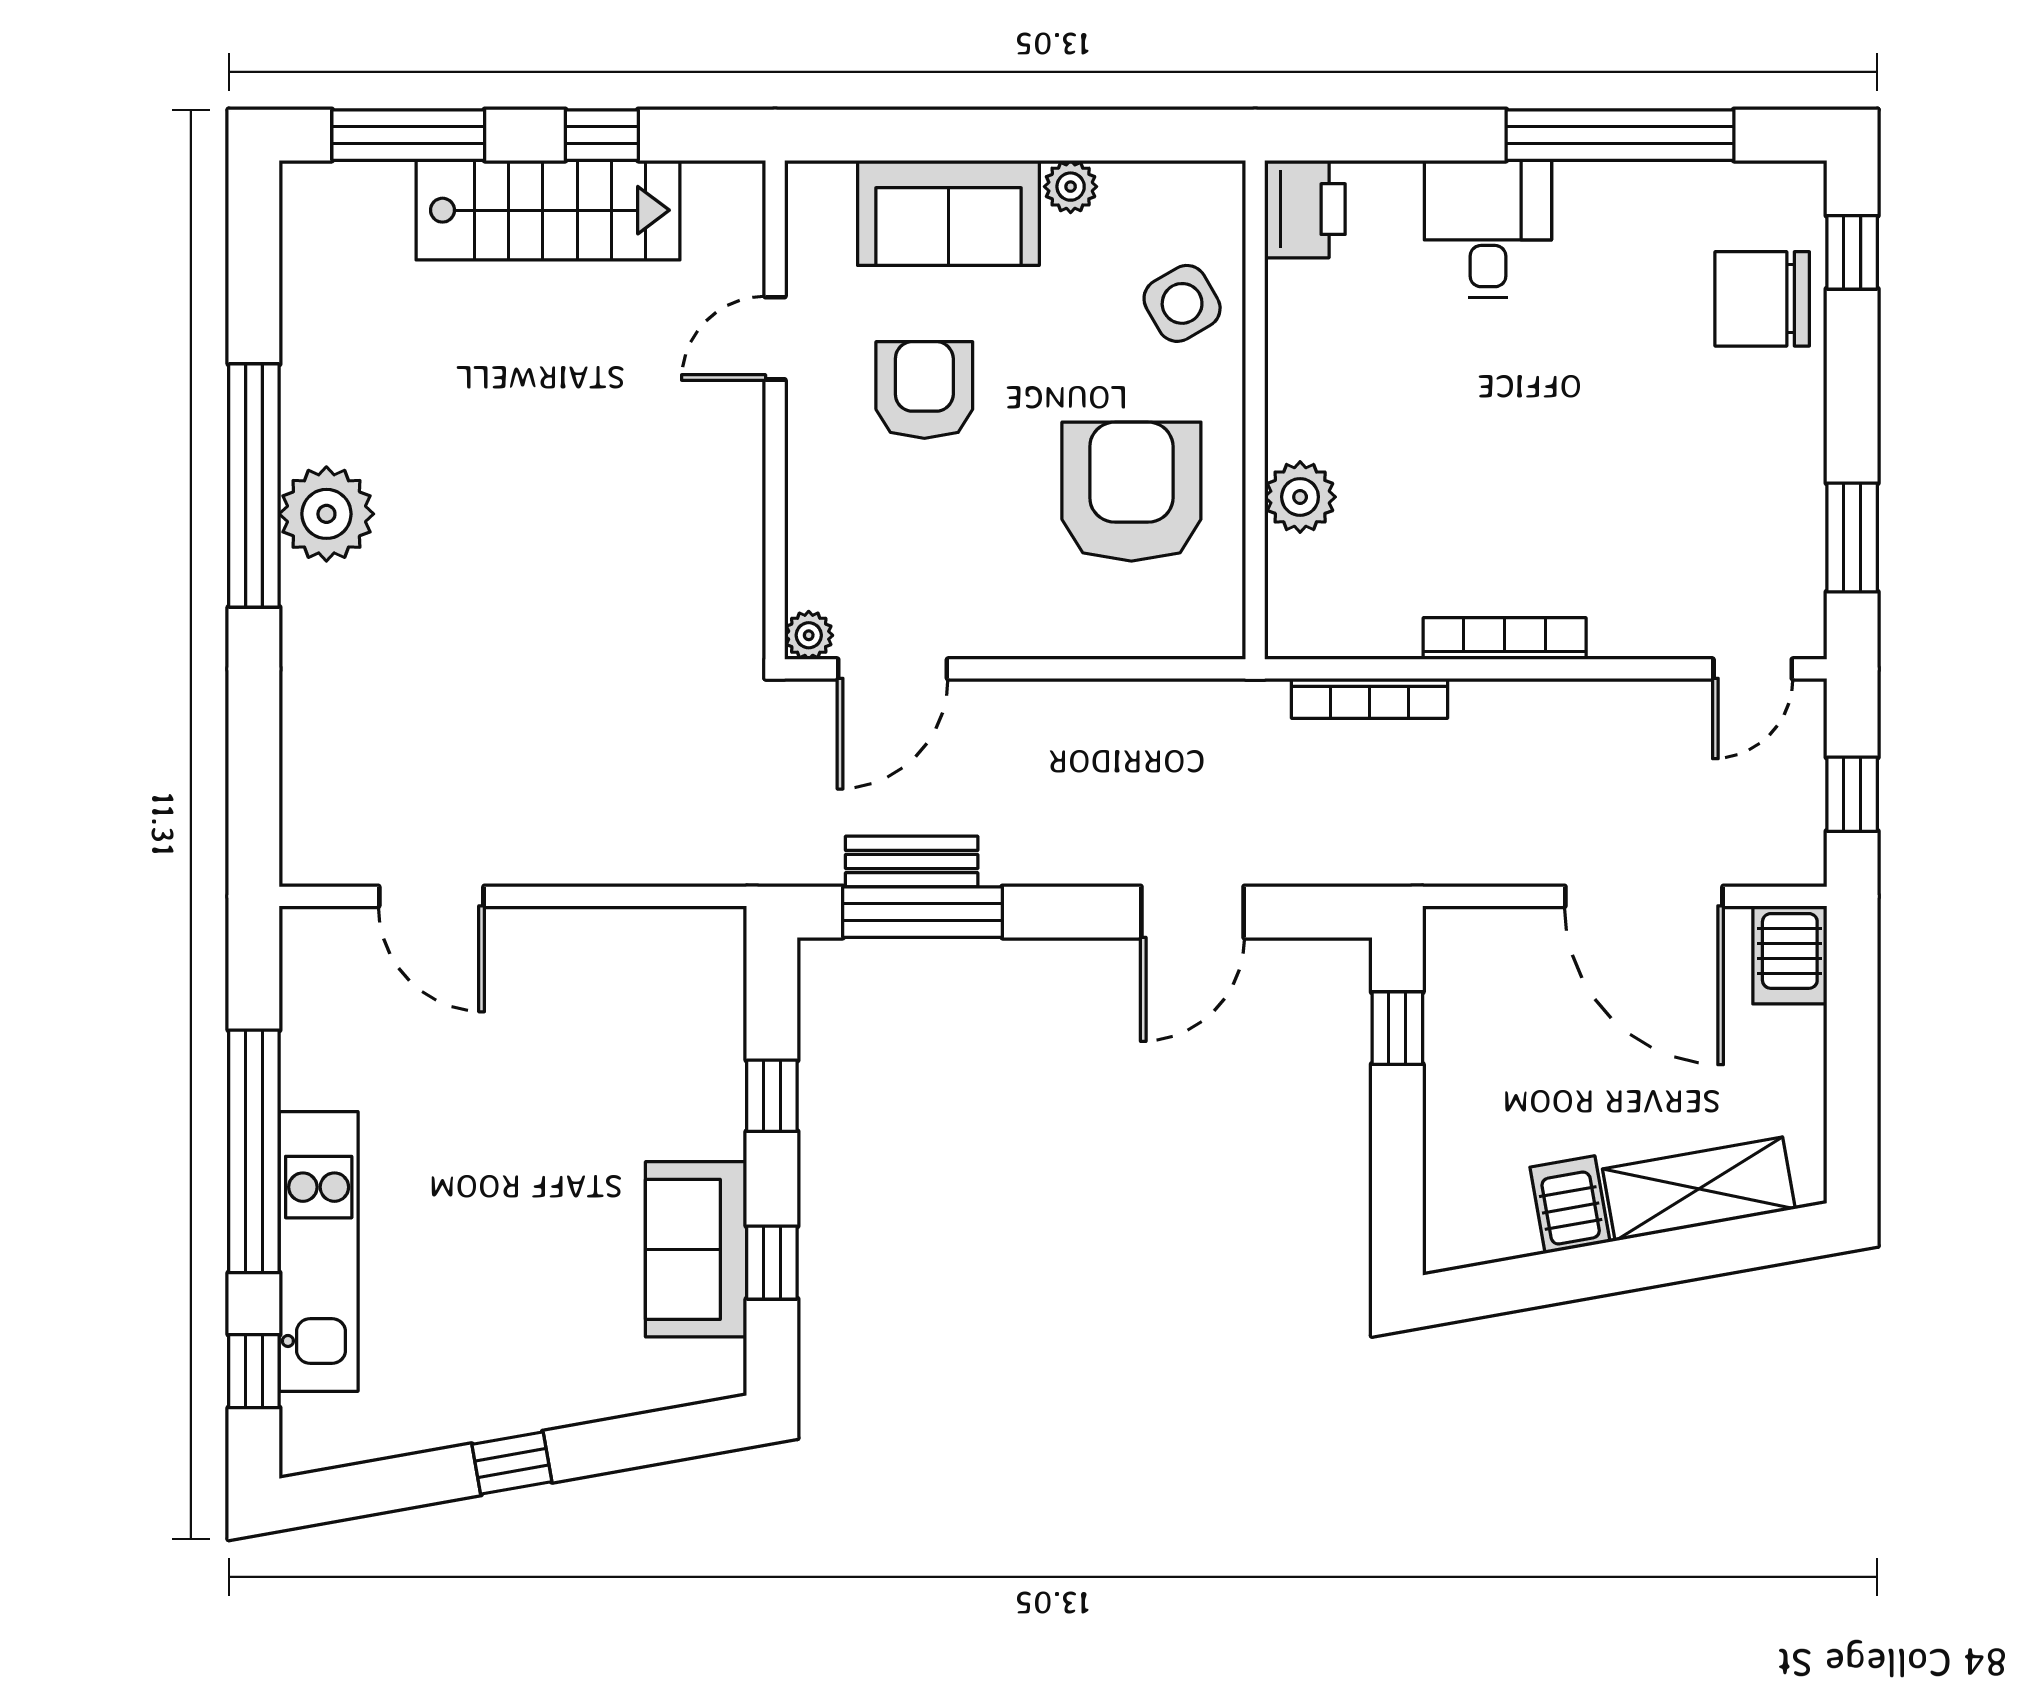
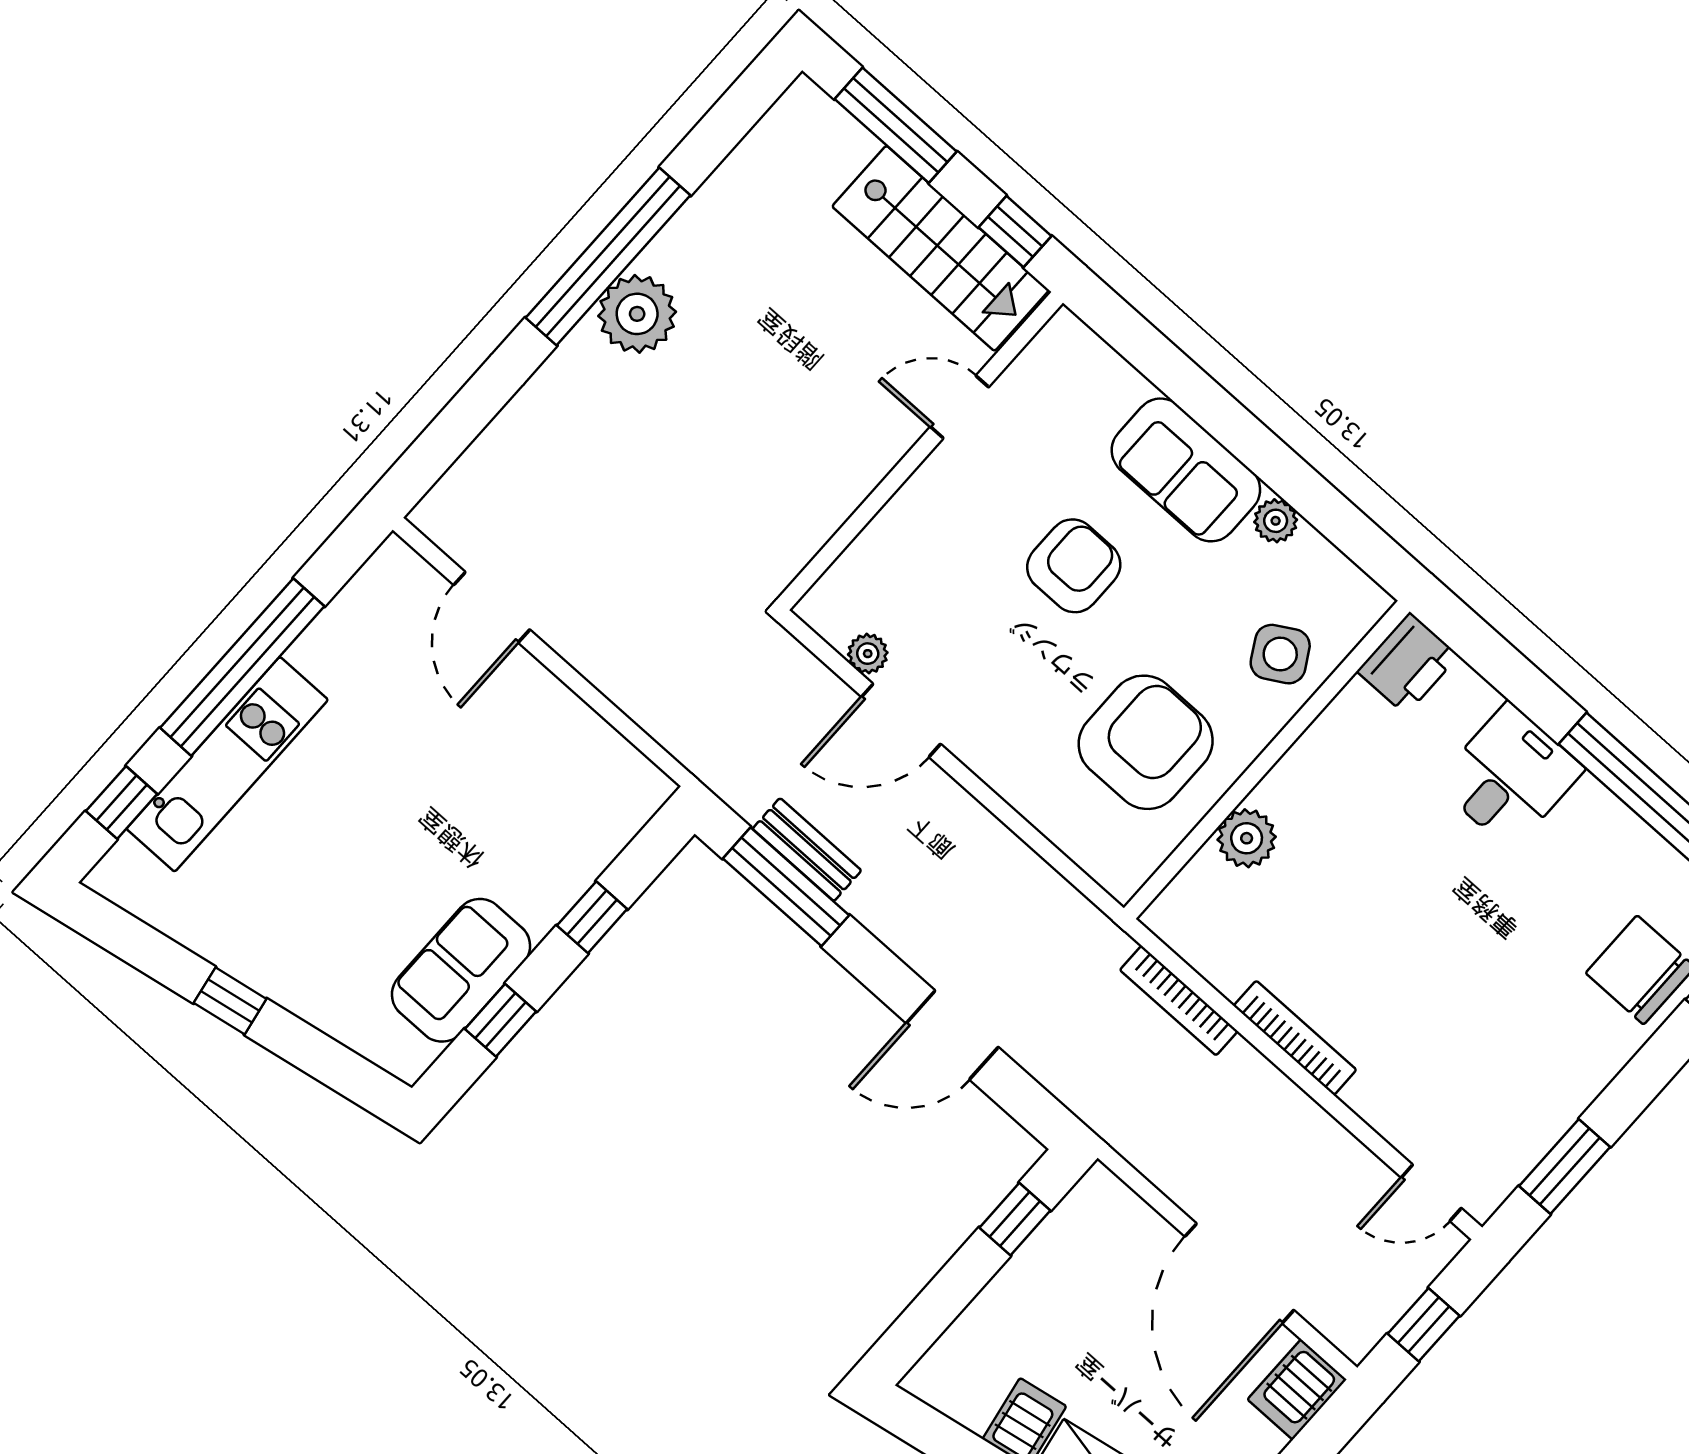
door: (775, 338) -> (960, 407), moved
wall: (775, 410) -> (920, 451), moved

